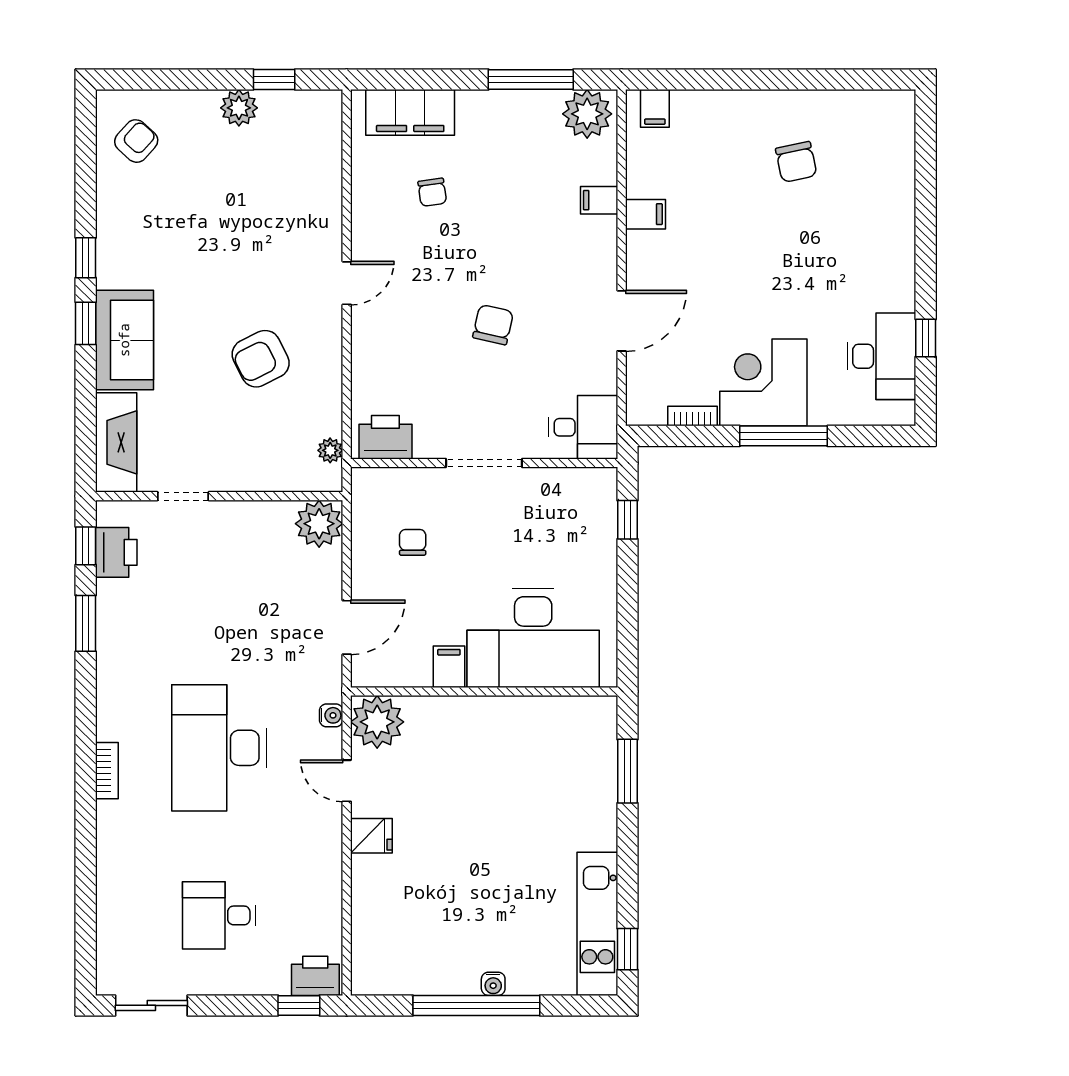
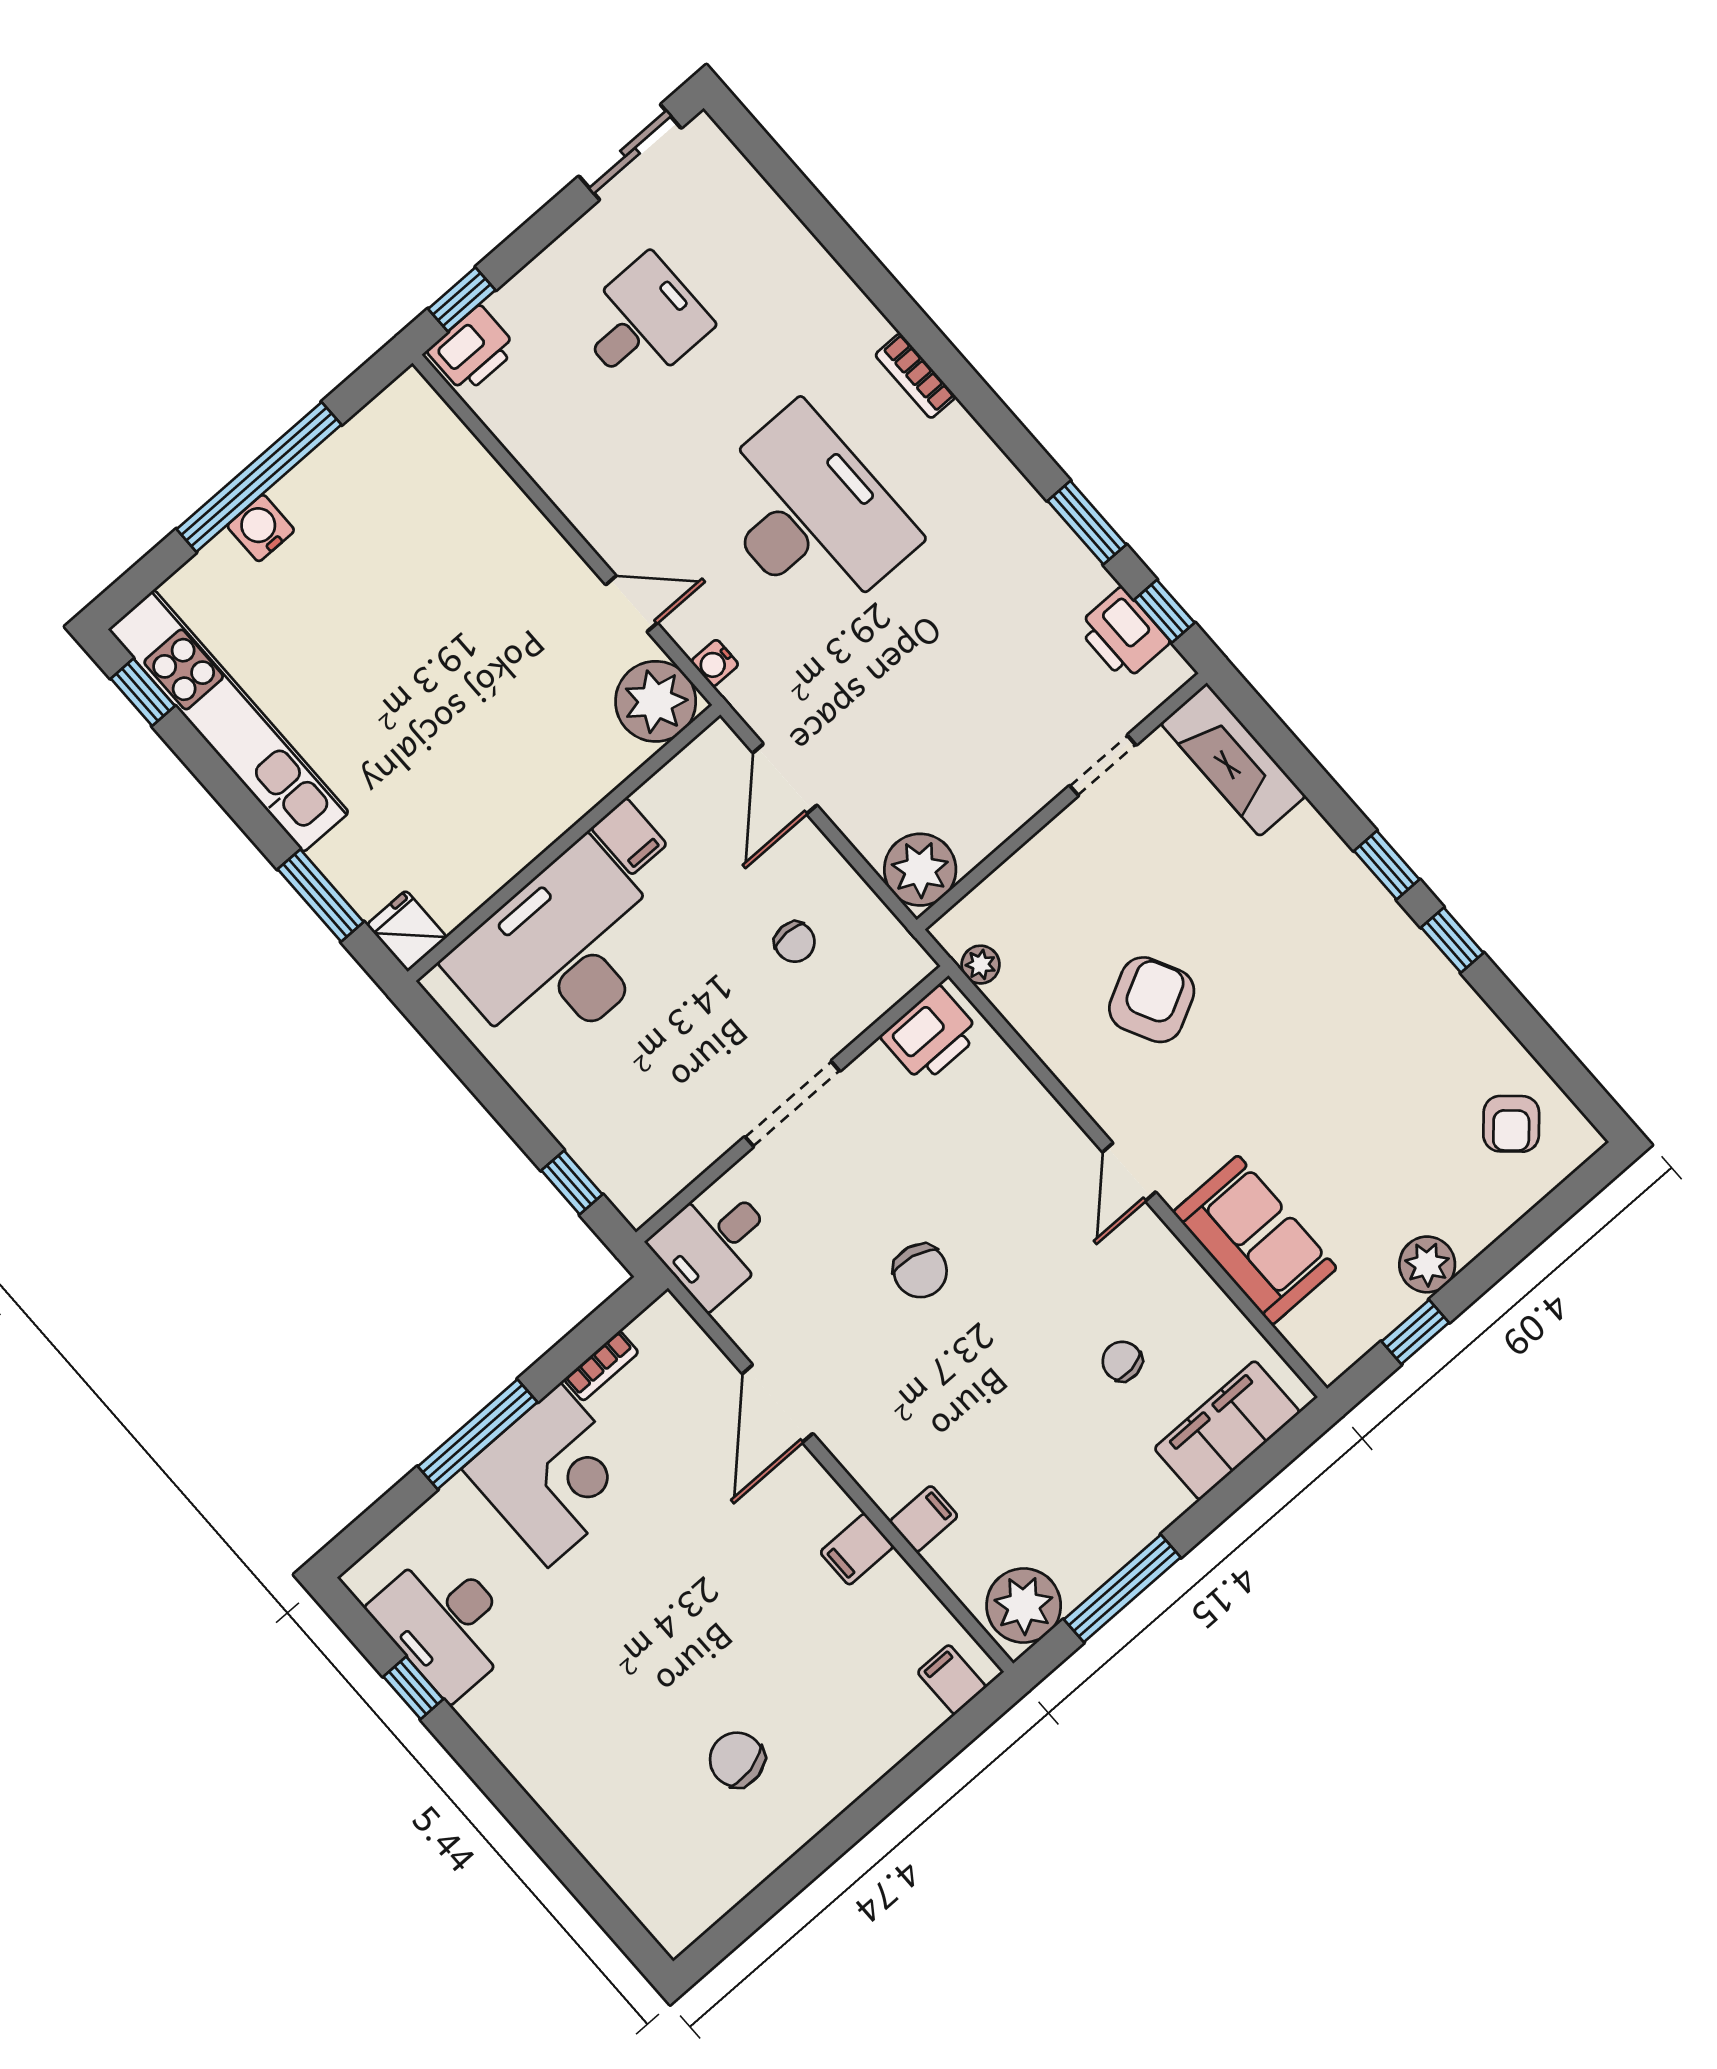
sofa: (124, 340) -> (1255, 1240), moved, turned 180
fridge: (371, 836) -> (407, 931), moved, turned 90
kitchen unit: (597, 924) -> (229, 721), width x1.36
water cooler: (493, 984) -> (261, 528), width x1.38, depth x1.38

